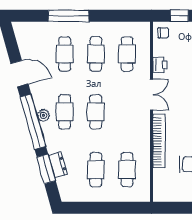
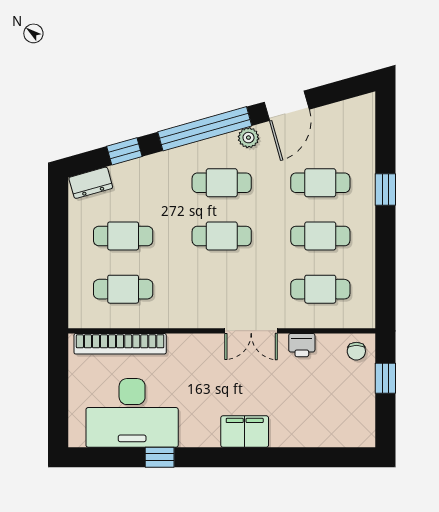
window: (69, 16) -> (385, 190), width x0.46
plant: (44, 115) -> (248, 138), moved
bookcase: (159, 141) -> (120, 344), moved
dresser: (58, 165) -> (91, 183), moved
window: (46, 169) -> (124, 151), width x0.67

